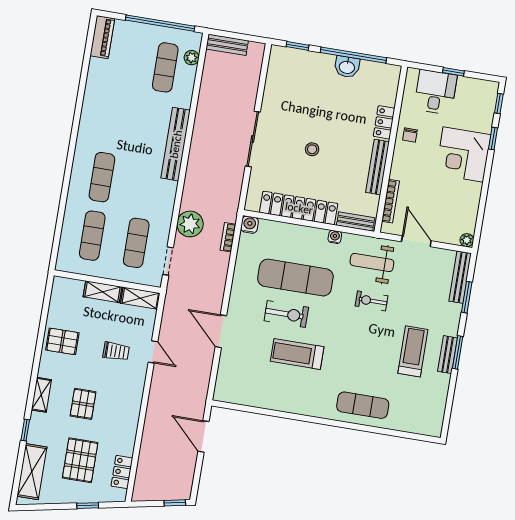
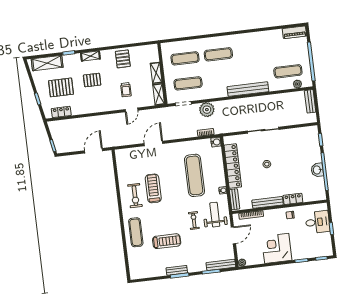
corner desk: (463, 155) -> (277, 248), moved
exercise bike: (286, 314) -> (135, 196), moved
treadmill: (413, 351) -> (167, 241), moved

